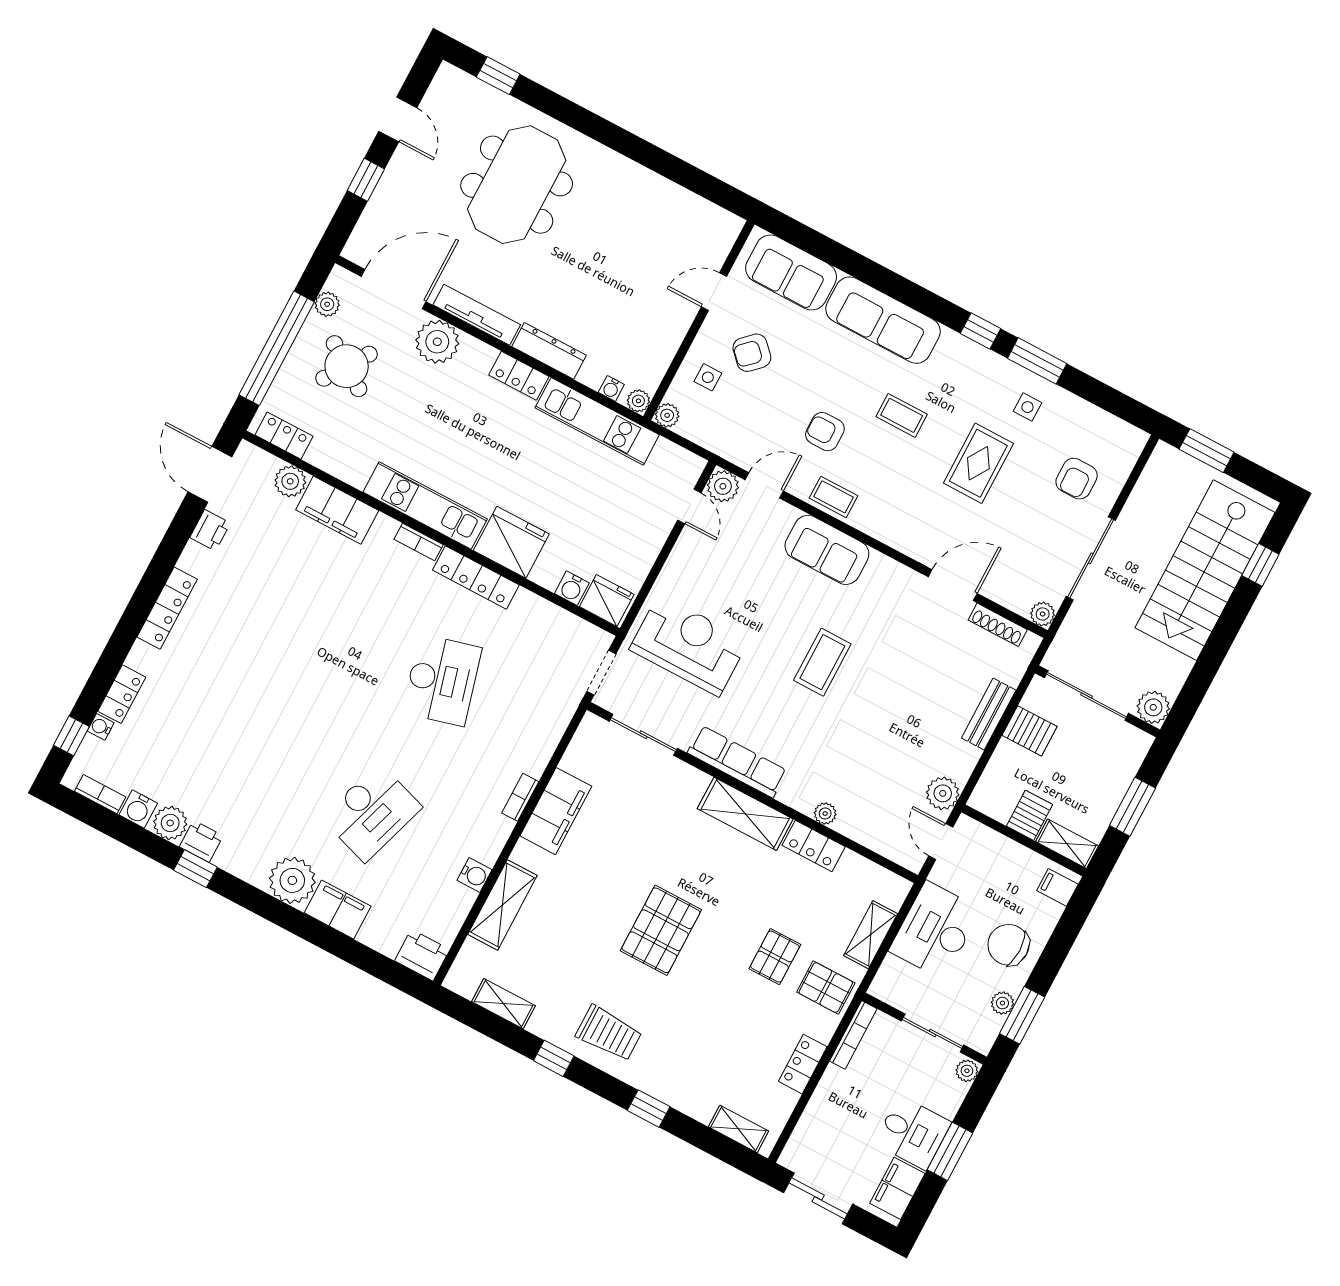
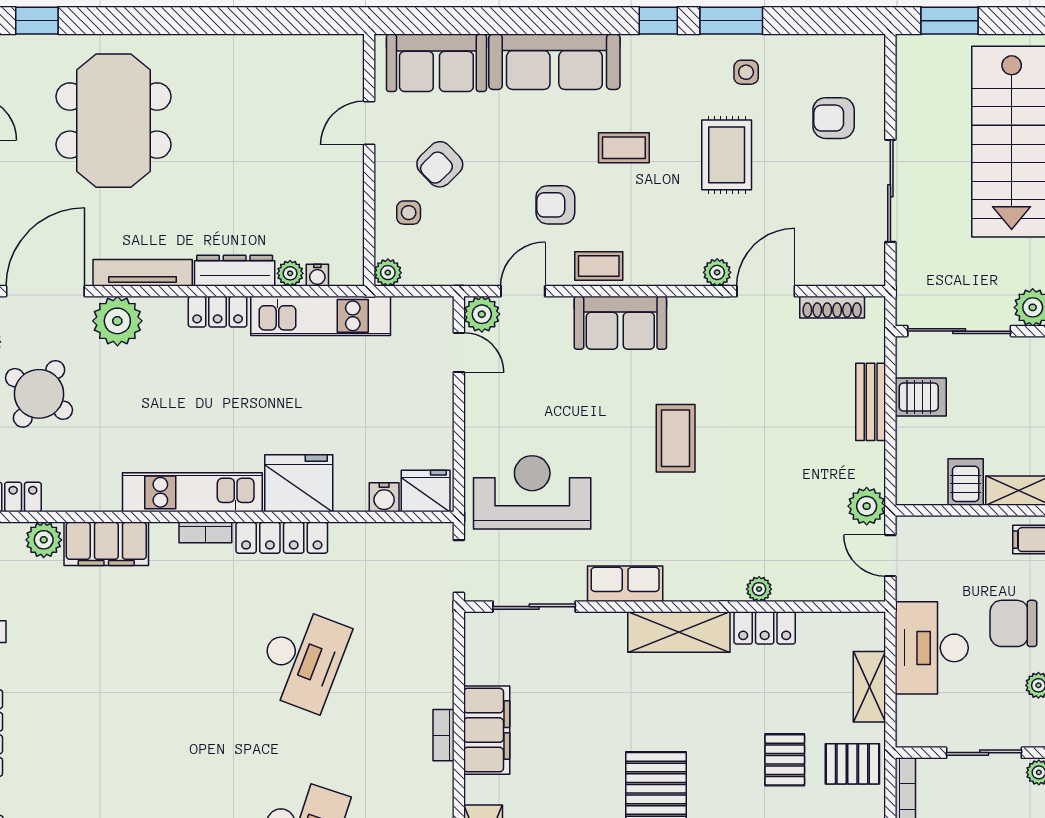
plant: (638, 401) -> (290, 273), moved
armchair: (1077, 479) -> (834, 118), turned 90
plant: (1043, 614) -> (717, 272), moved
desk: (442, 680) -> (302, 659), turned 36
row of seats: (737, 762) -> (625, 584), width x0.68

